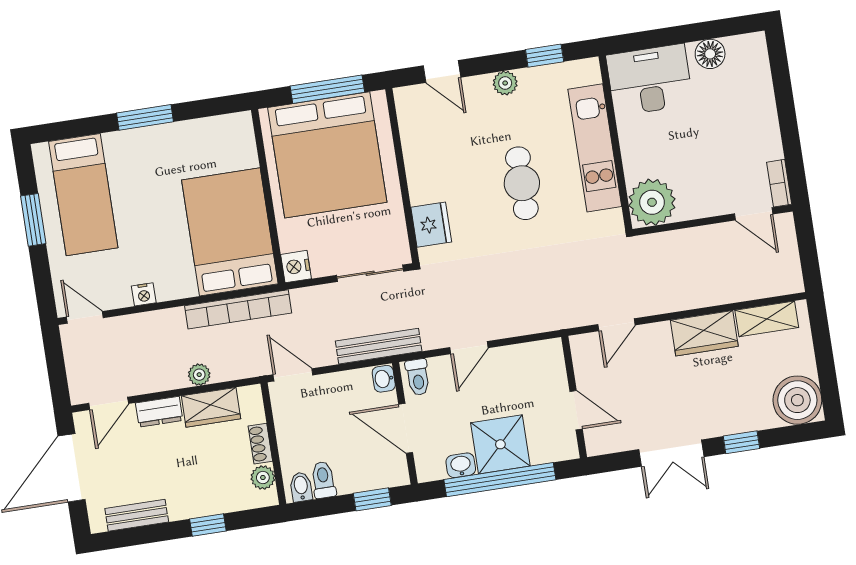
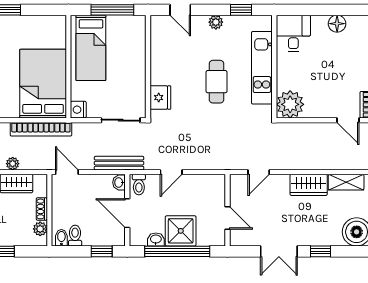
desk: (650, 80) -> (293, 33), width x0.73
bed: (327, 155) -> (91, 48), width x0.49

